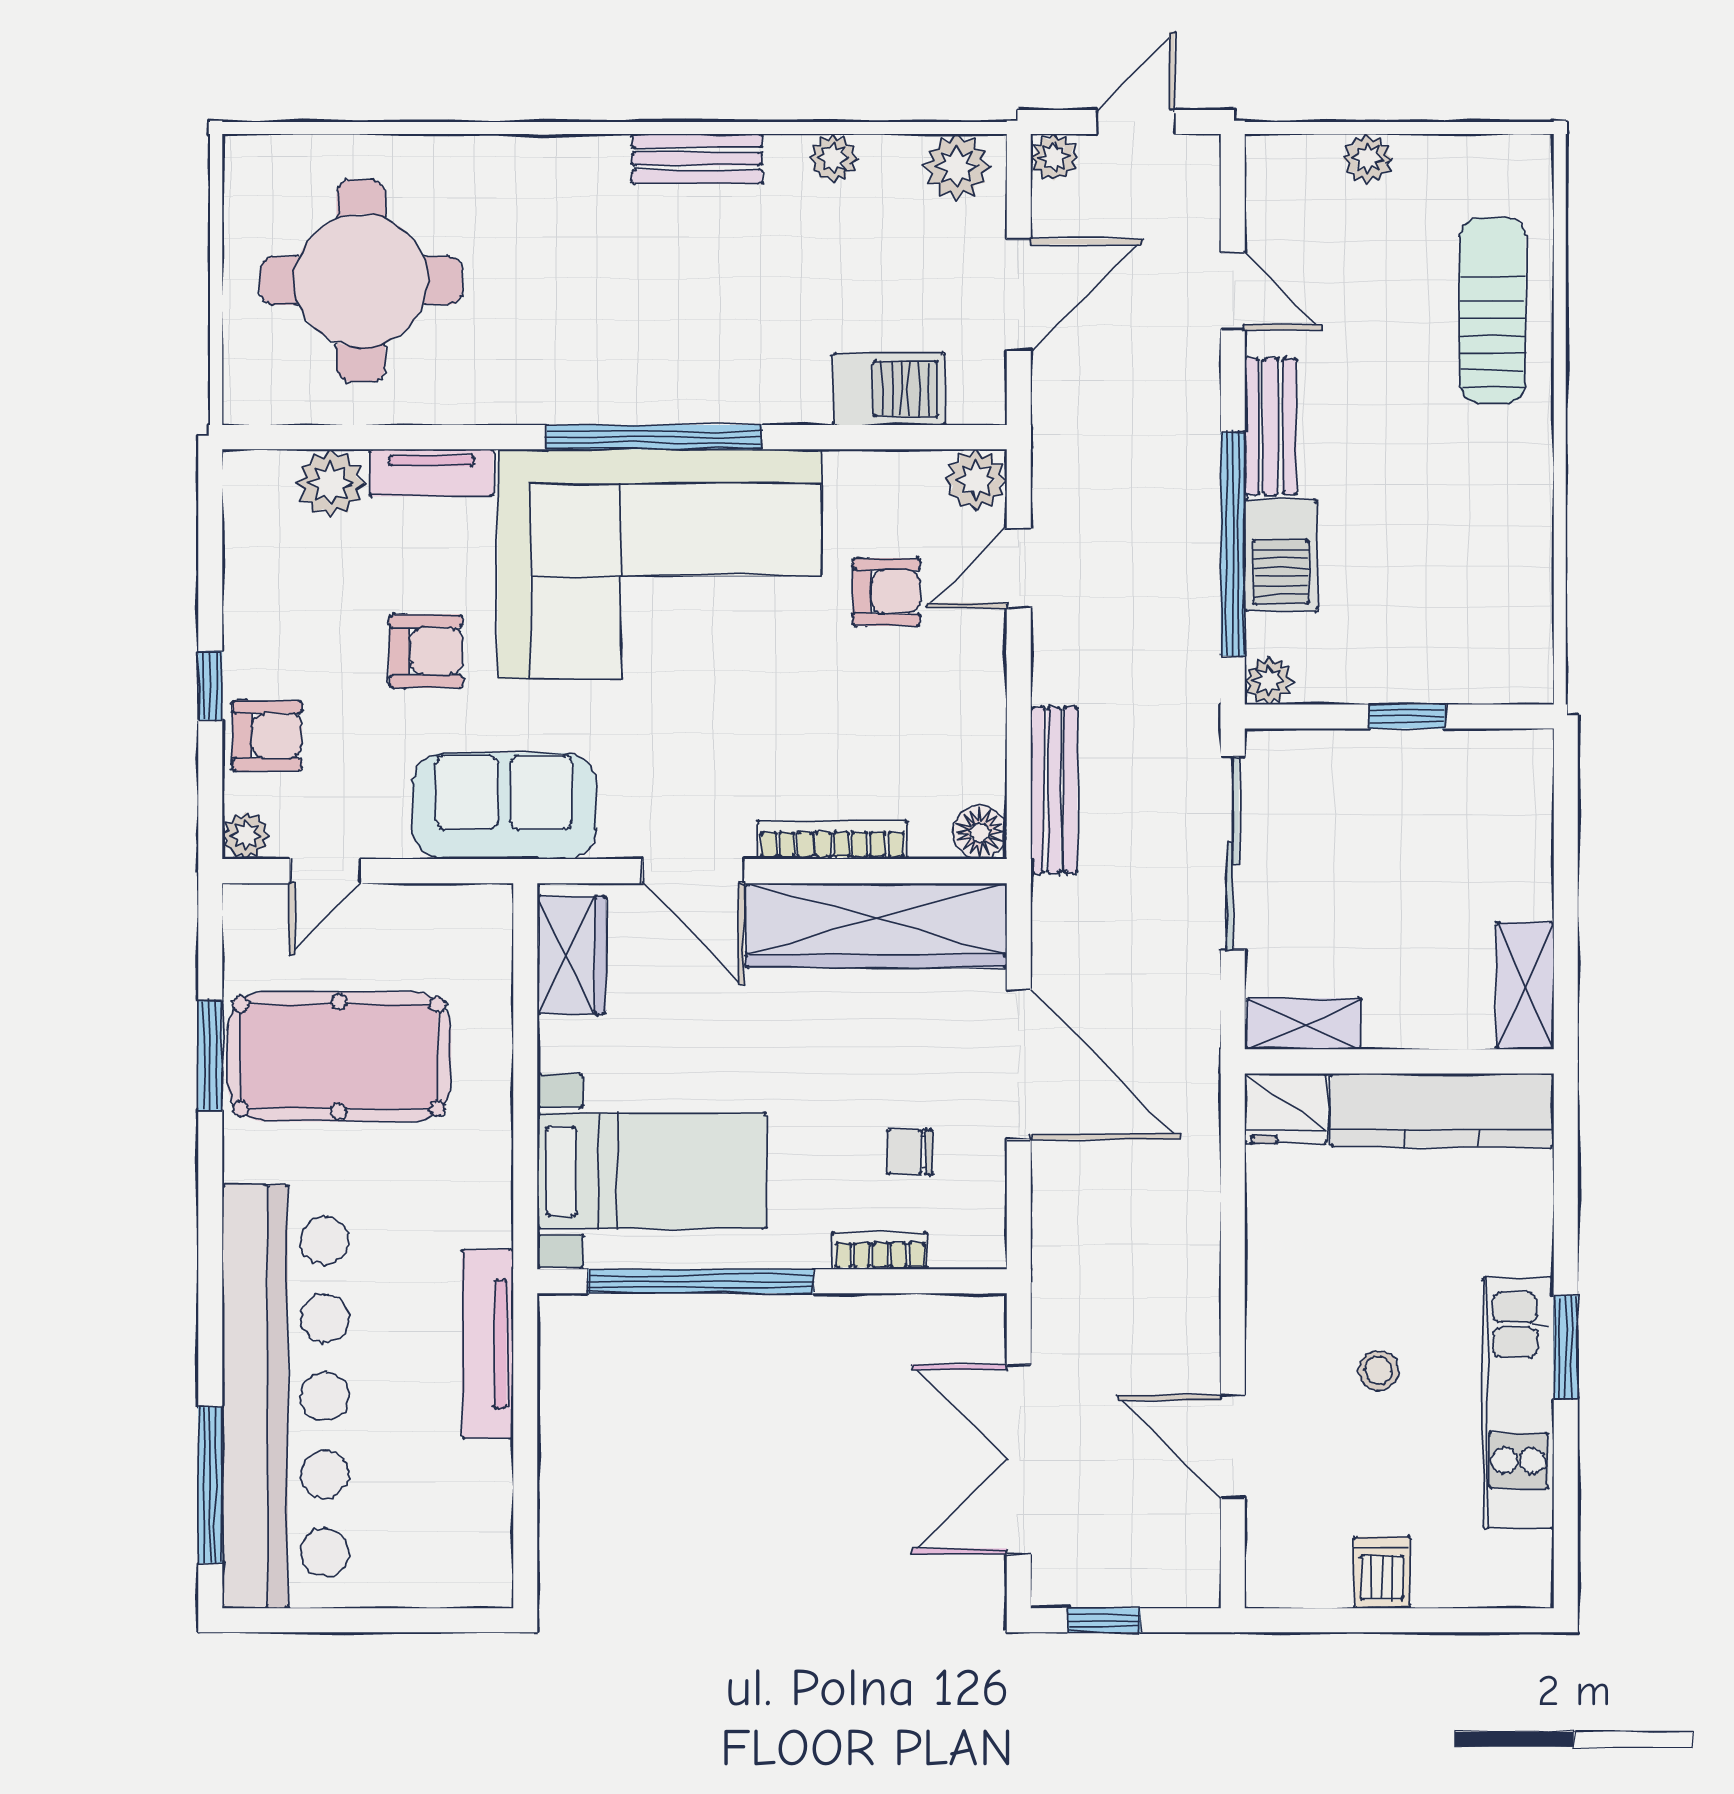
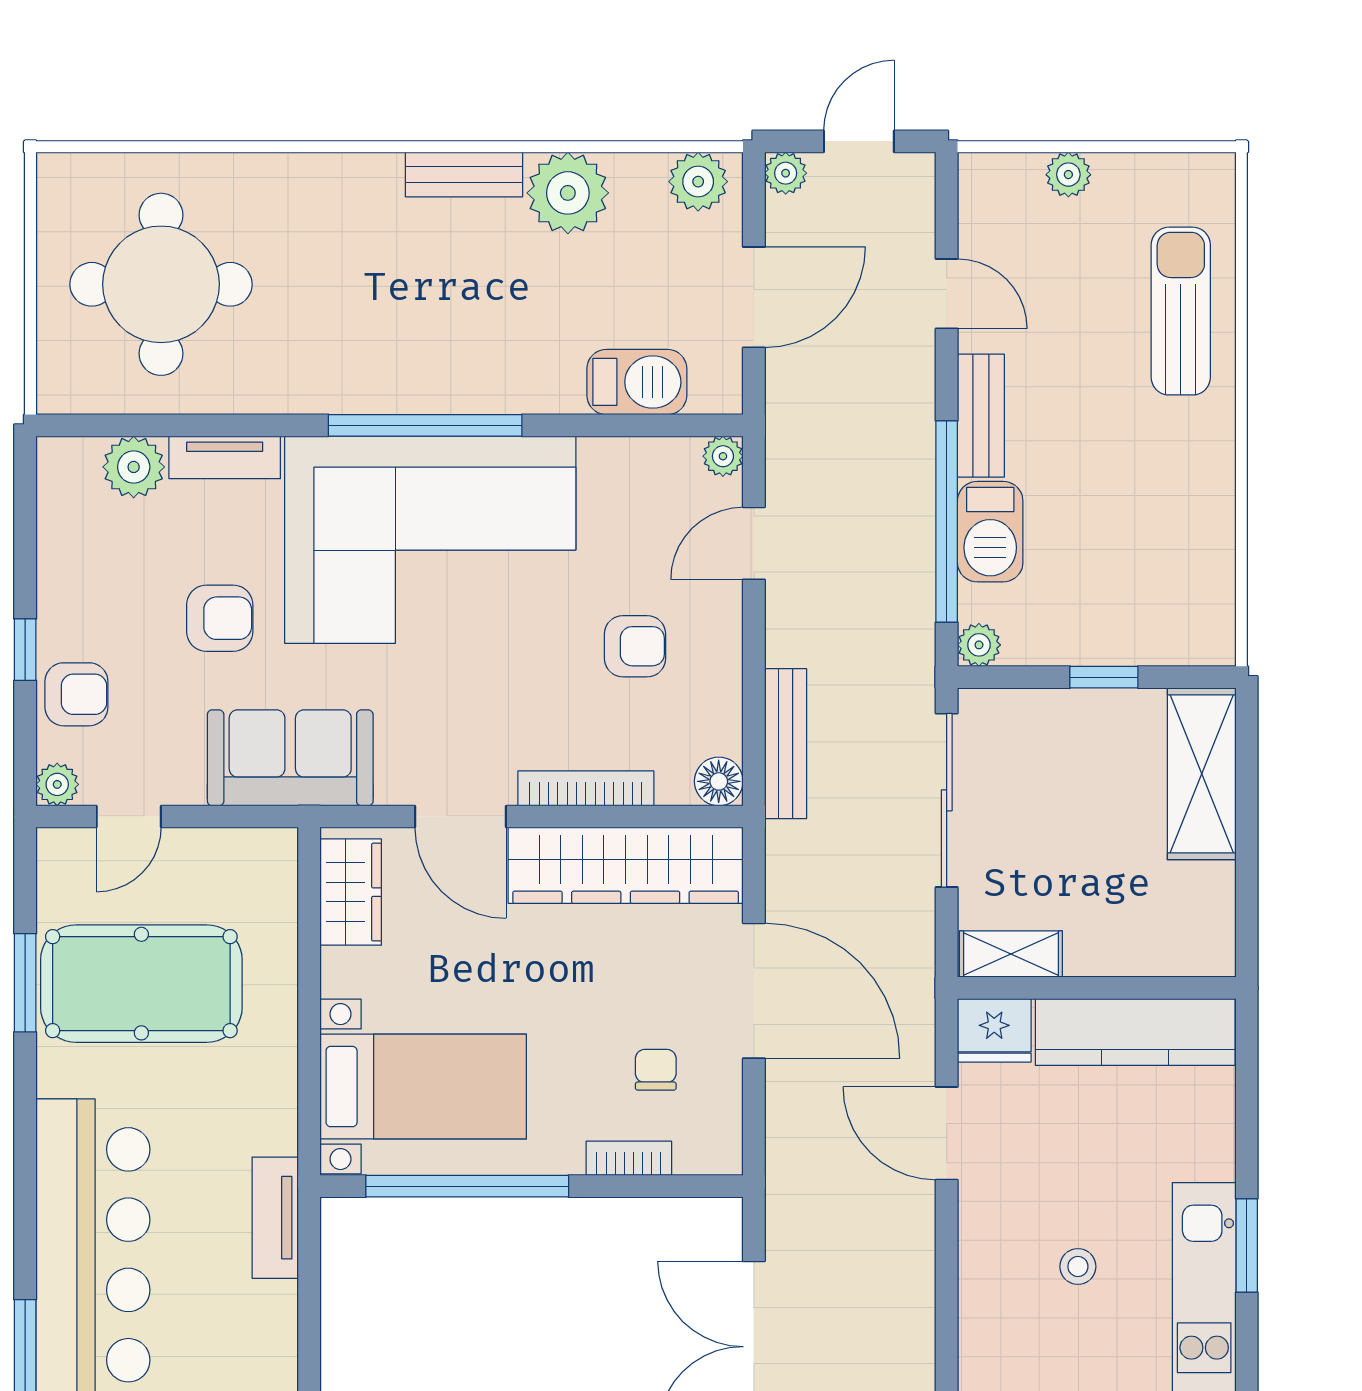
plant: (833, 158) -> (568, 193), width x1.88, depth x1.88
plant: (976, 480) -> (723, 456), width x0.73, depth x0.73
armchair: (886, 592) -> (635, 646), moved
shelving: (1525, 986) -> (1202, 774), moved, width x1.50, depth x1.33
chair: (910, 1152) -> (656, 1070), turned 90
tv unit: (488, 1344) -> (275, 1218), width x0.71
door: (1233, 1447) -> (947, 1133), moved

